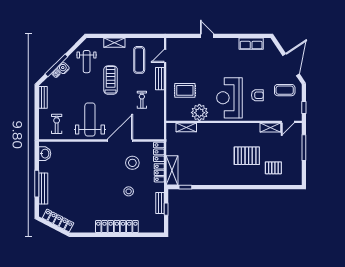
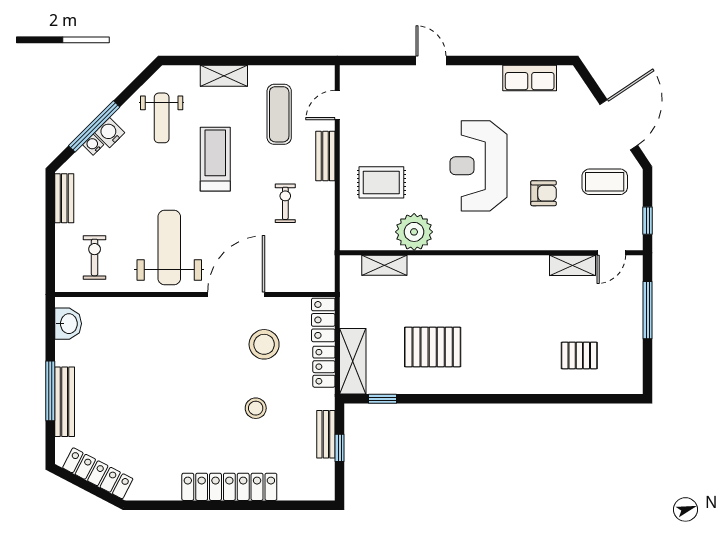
reception desk: (230, 98) -> (478, 166), moved
pallet: (247, 156) -> (433, 347), moved

